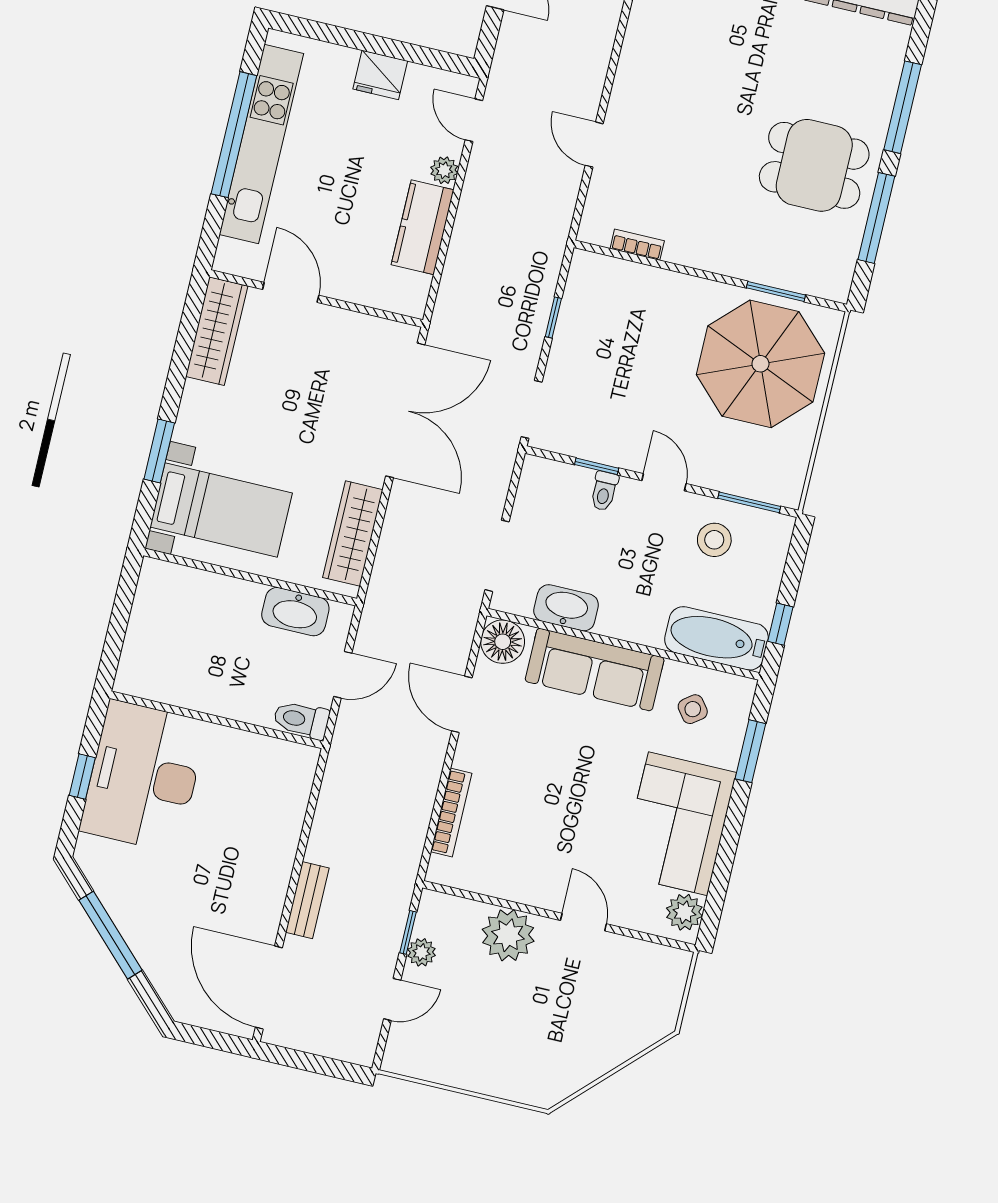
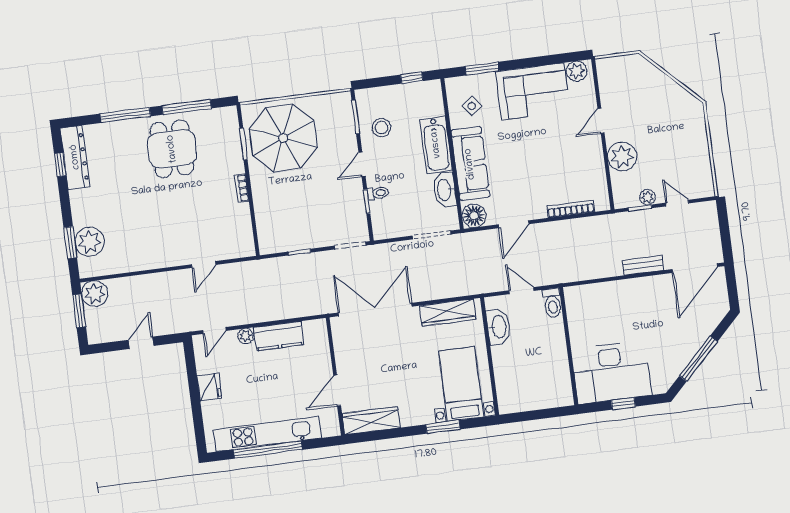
bookcase: (637, 245) -> (242, 188), moved
bathtub: (716, 638) -> (436, 145), moved

